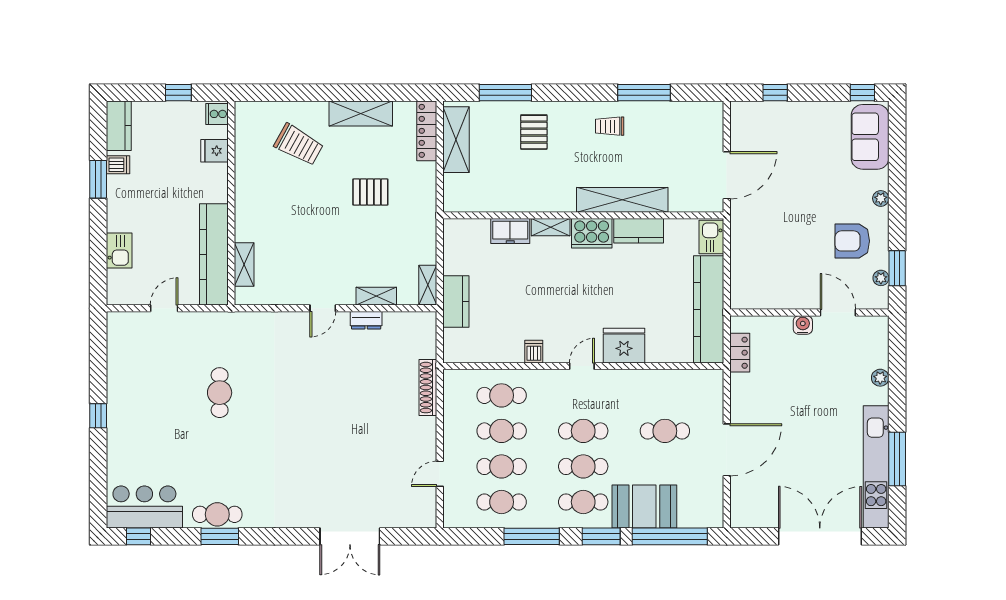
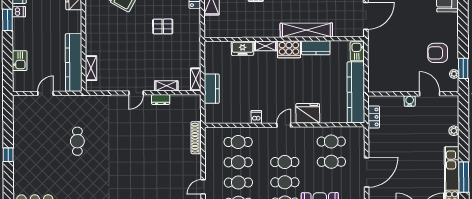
plant: (881, 198) -> (454, 29), removed
cafe table: (665, 395) -> (331, 142), added

